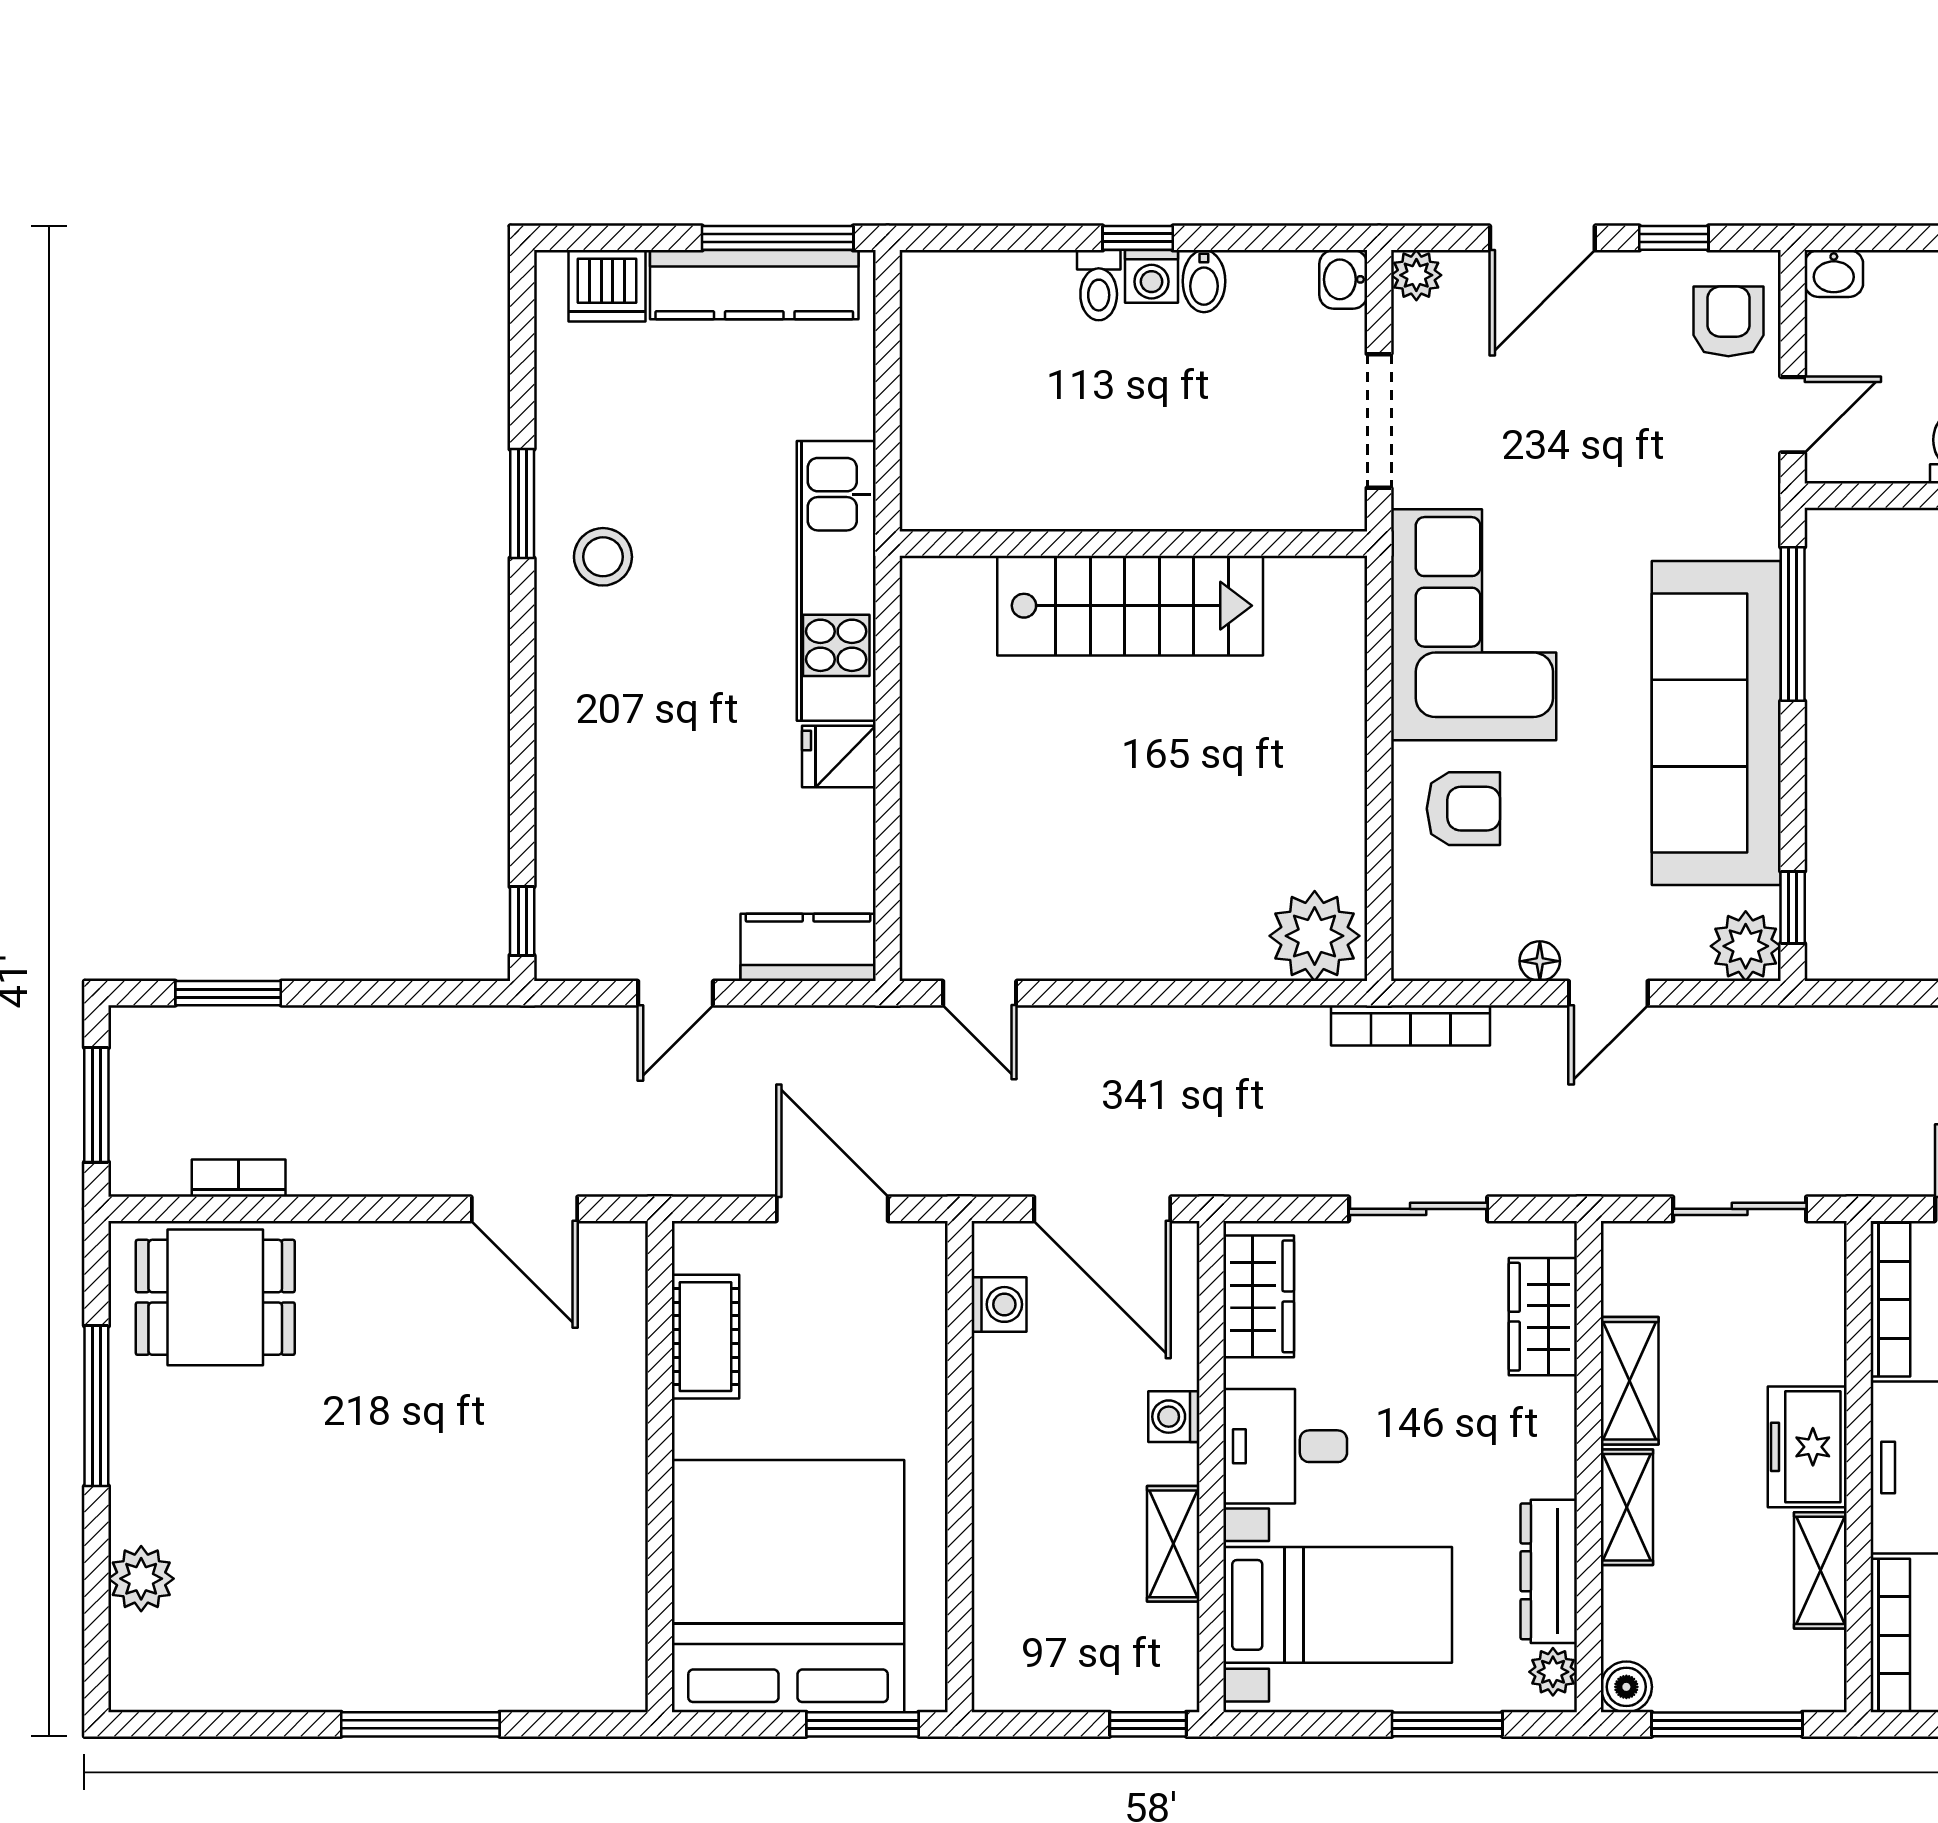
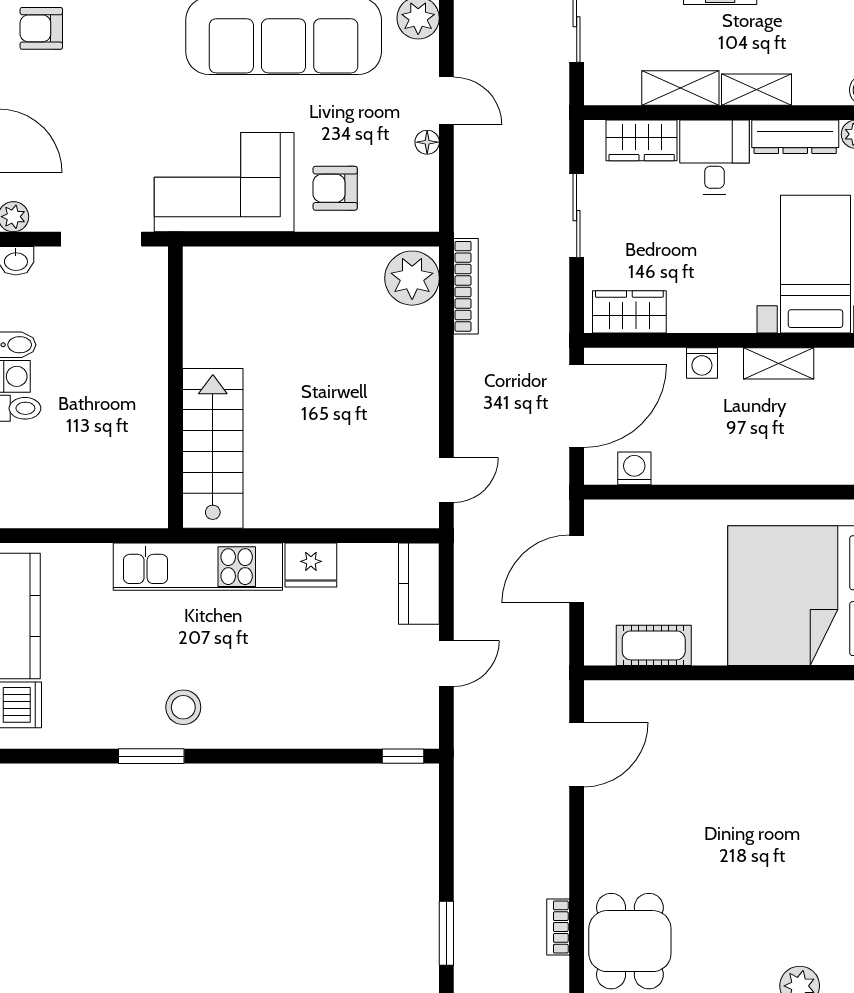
stairs: (1130, 606) -> (213, 448), moved
fridge: (839, 757) -> (311, 565), width x1.38
armchair: (1463, 809) -> (335, 188), turned -90
door: (676, 993) -> (446, 663), hinge flipped
bookcase: (1411, 1025) -> (466, 286), moved
desk: (1285, 1446) -> (714, 157), moved, turned 180

